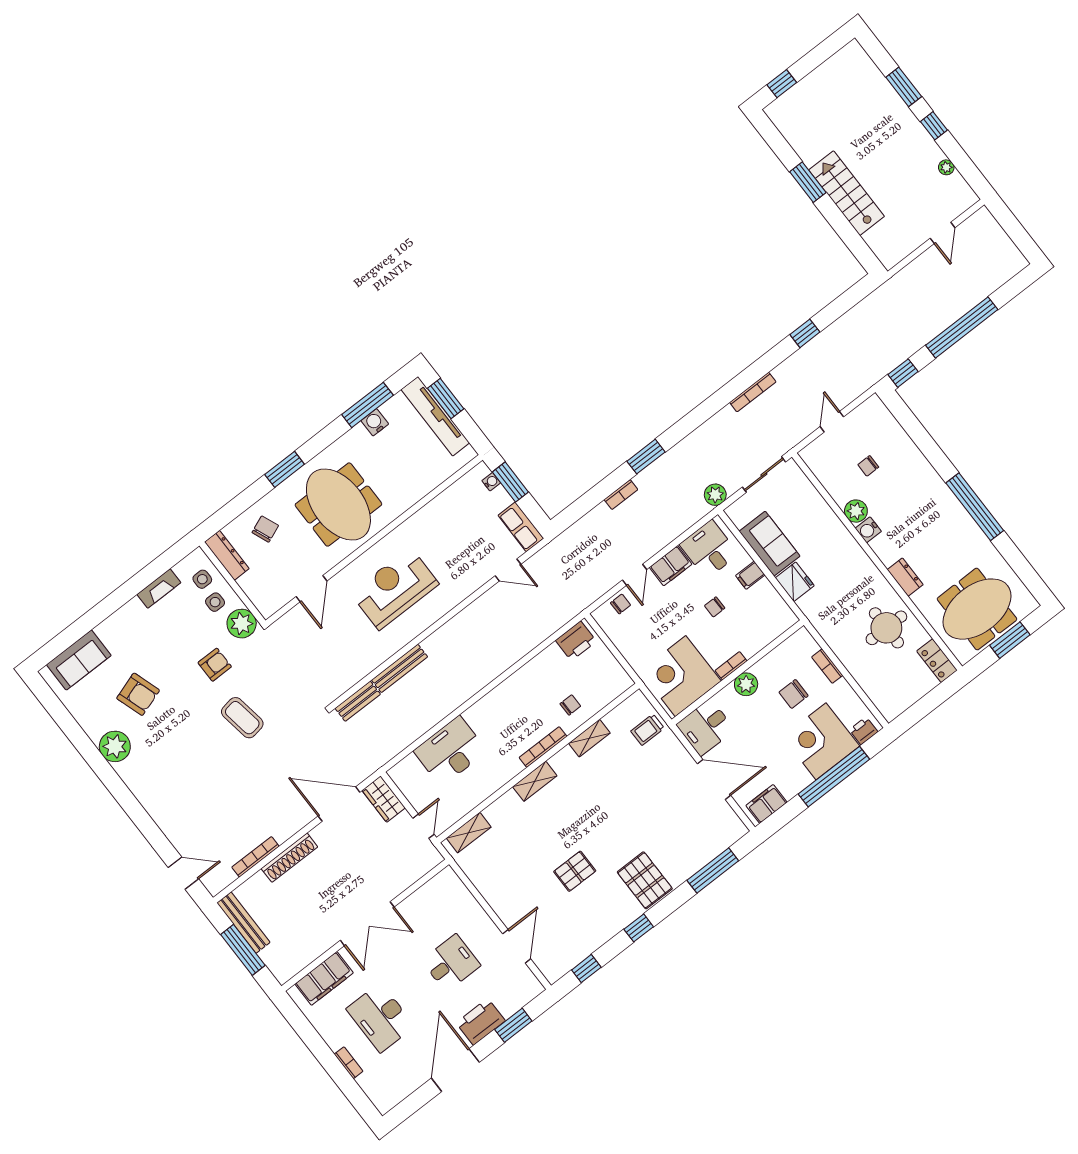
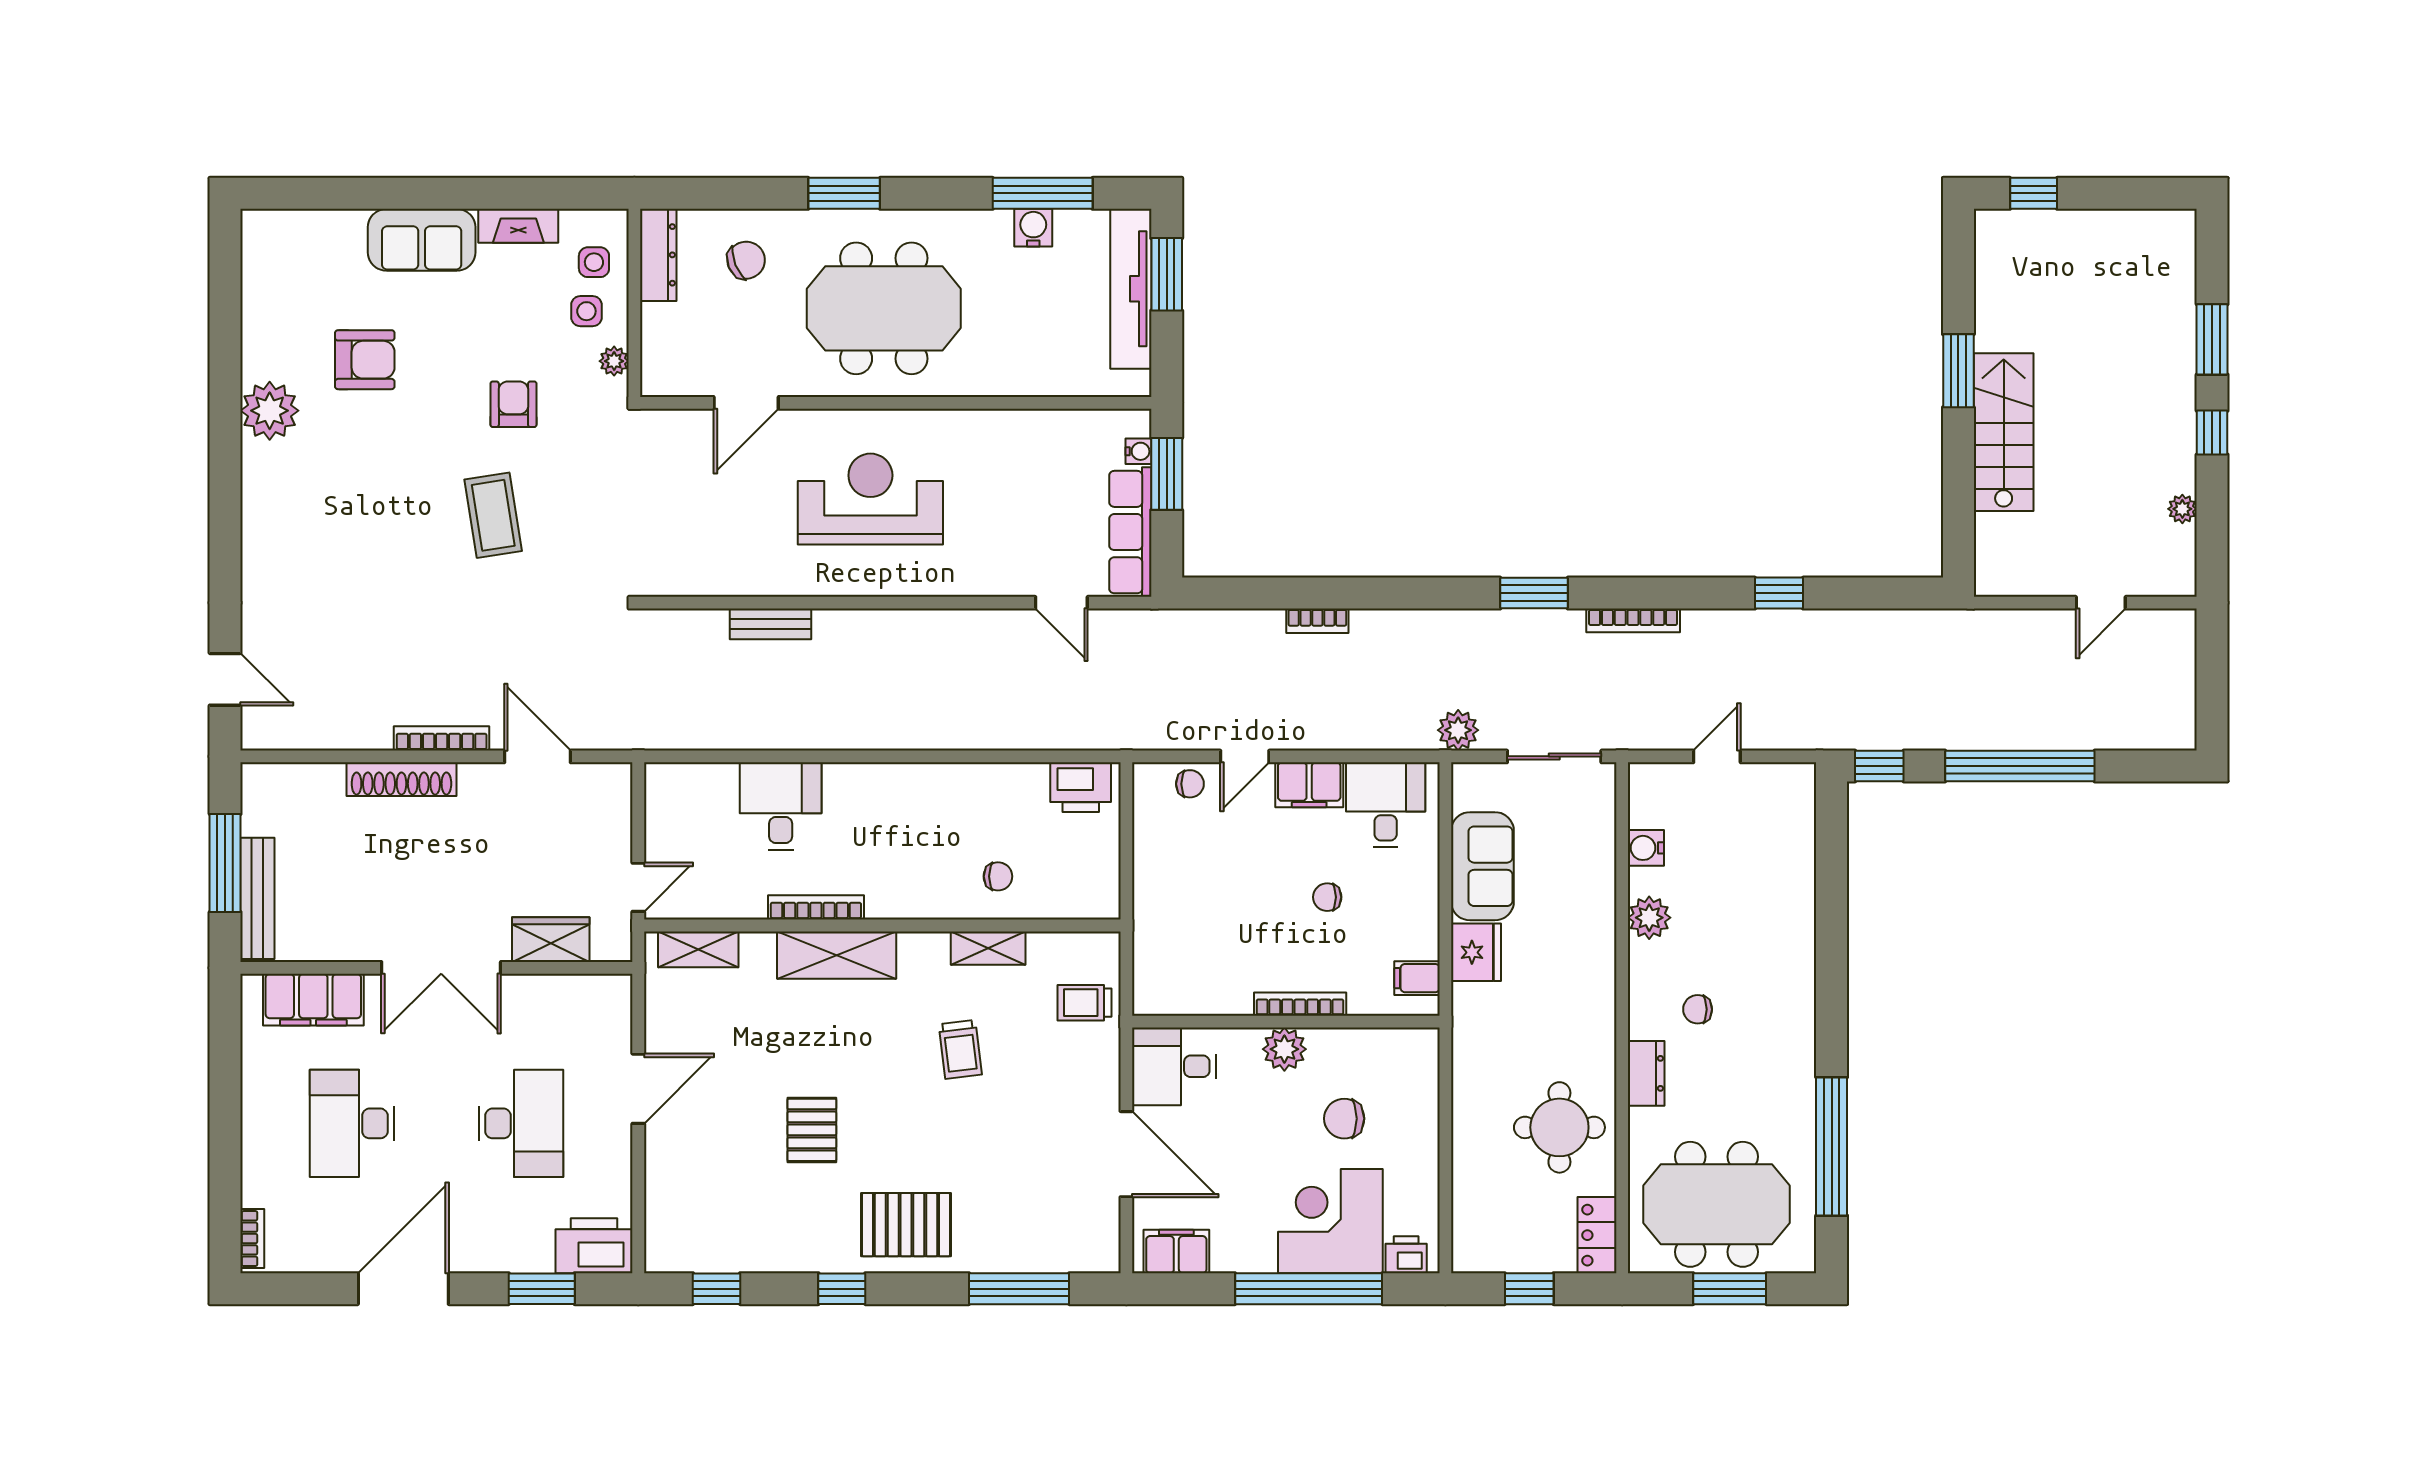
window: (646, 457) -> (1534, 593), moved
chair: (868, 466) -> (1698, 1009), moved
meeting table: (338, 505) -> (884, 308), turned 90
window: (975, 507) -> (1832, 1146), moved
row of seats: (521, 527) -> (1130, 532), width x1.48
water cooler: (868, 530) -> (1646, 848), moved
filing cabinet: (750, 575) -> (1417, 978), moved
plant: (242, 624) -> (614, 361), width x0.53, depth x0.53
sofa: (79, 660) -> (422, 240), moved
armchair: (215, 665) -> (513, 404), turned -90
bookcase: (731, 666) -> (1300, 1004), width x1.56
bookcase: (827, 666) -> (1427, 1116), removed
bench: (400, 668) -> (771, 624), width x0.73
corner desk: (681, 676) -> (1196, 961), removed
armchair: (138, 694) -> (365, 360), turned -72
bench: (358, 701) -> (685, 625), removed
window: (926, 705) -> (1529, 1289), added
bookcase: (543, 747) -> (816, 907), moved
desk: (450, 751) -> (781, 806), width x0.73
shelving: (535, 781) -> (837, 955), width x1.50, depth x1.33
trolley: (611, 789) -> (960, 1049), added
wardrobe: (384, 799) -> (551, 940), moved, turned 90
door: (339, 804) -> (538, 756), width x0.73
bookcase: (255, 857) -> (442, 738), moved
pallet: (575, 871) -> (812, 1130), turned 90
pallet: (645, 880) -> (906, 1225), turned 90
bench: (243, 923) -> (257, 898), moved
door: (517, 946) -> (638, 1089), moved
desk: (451, 963) -> (521, 1123), width x1.37
printer: (481, 1022) -> (594, 1246), moved
bookcase: (349, 1063) -> (252, 1239), moved

